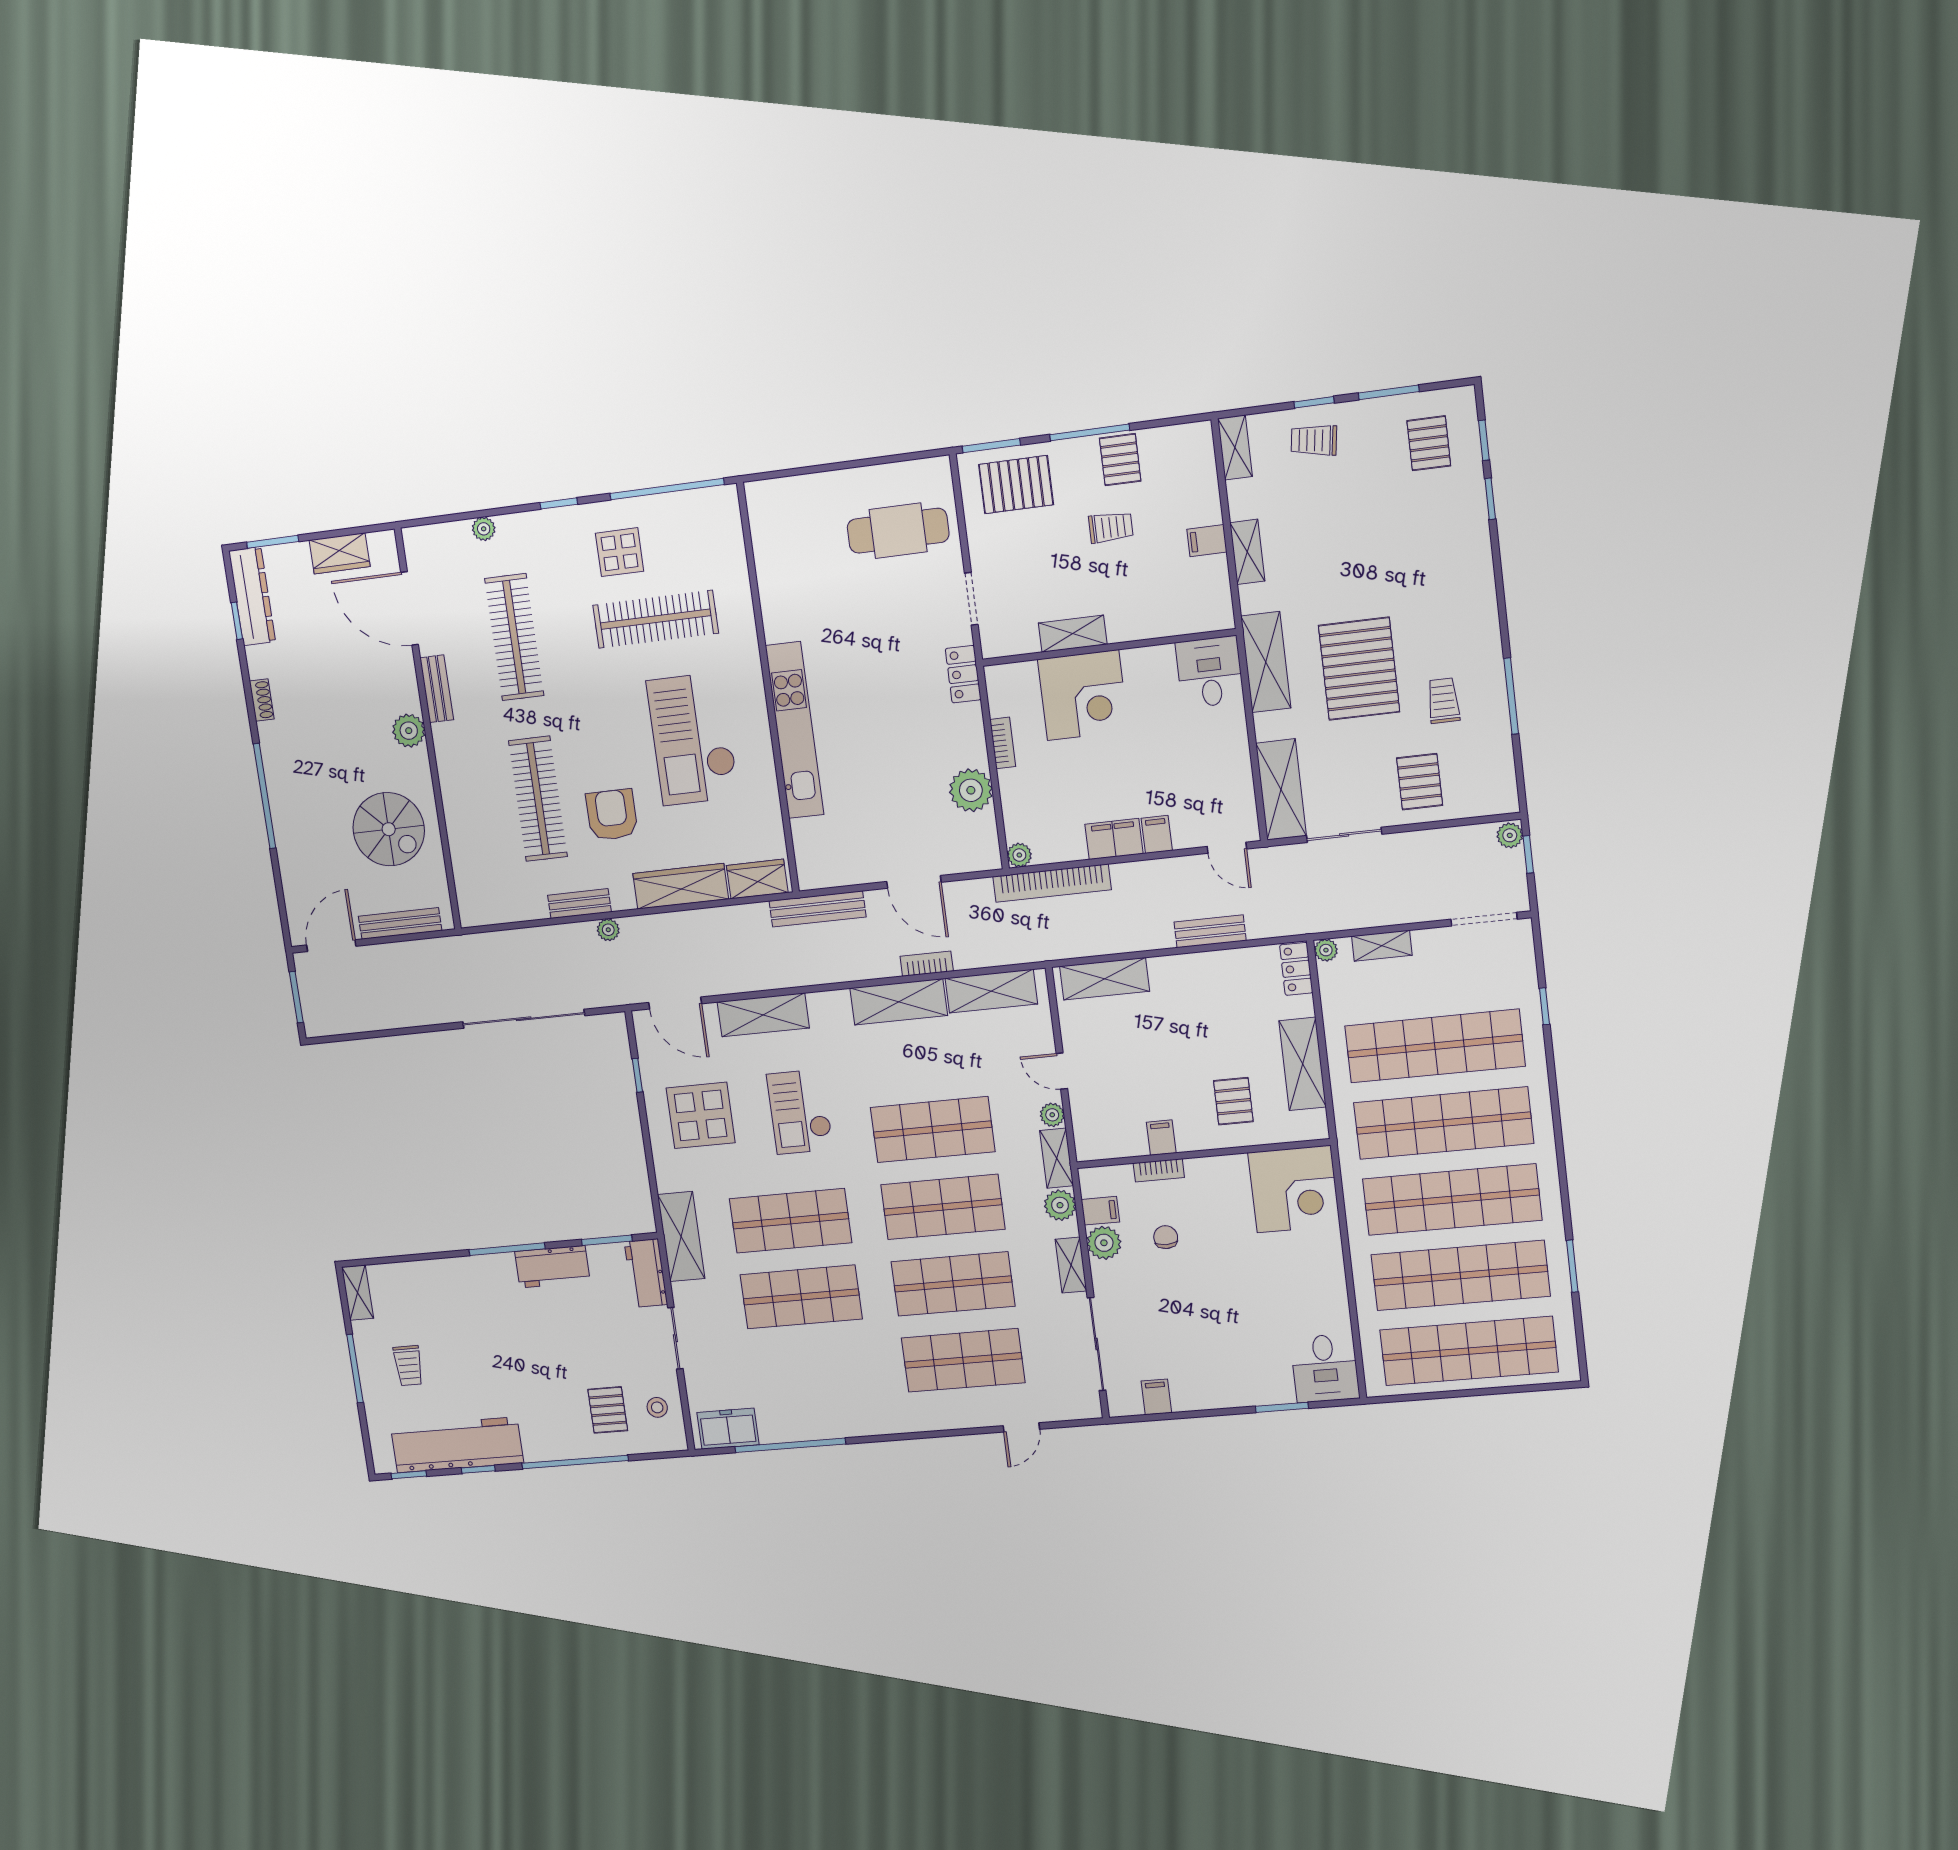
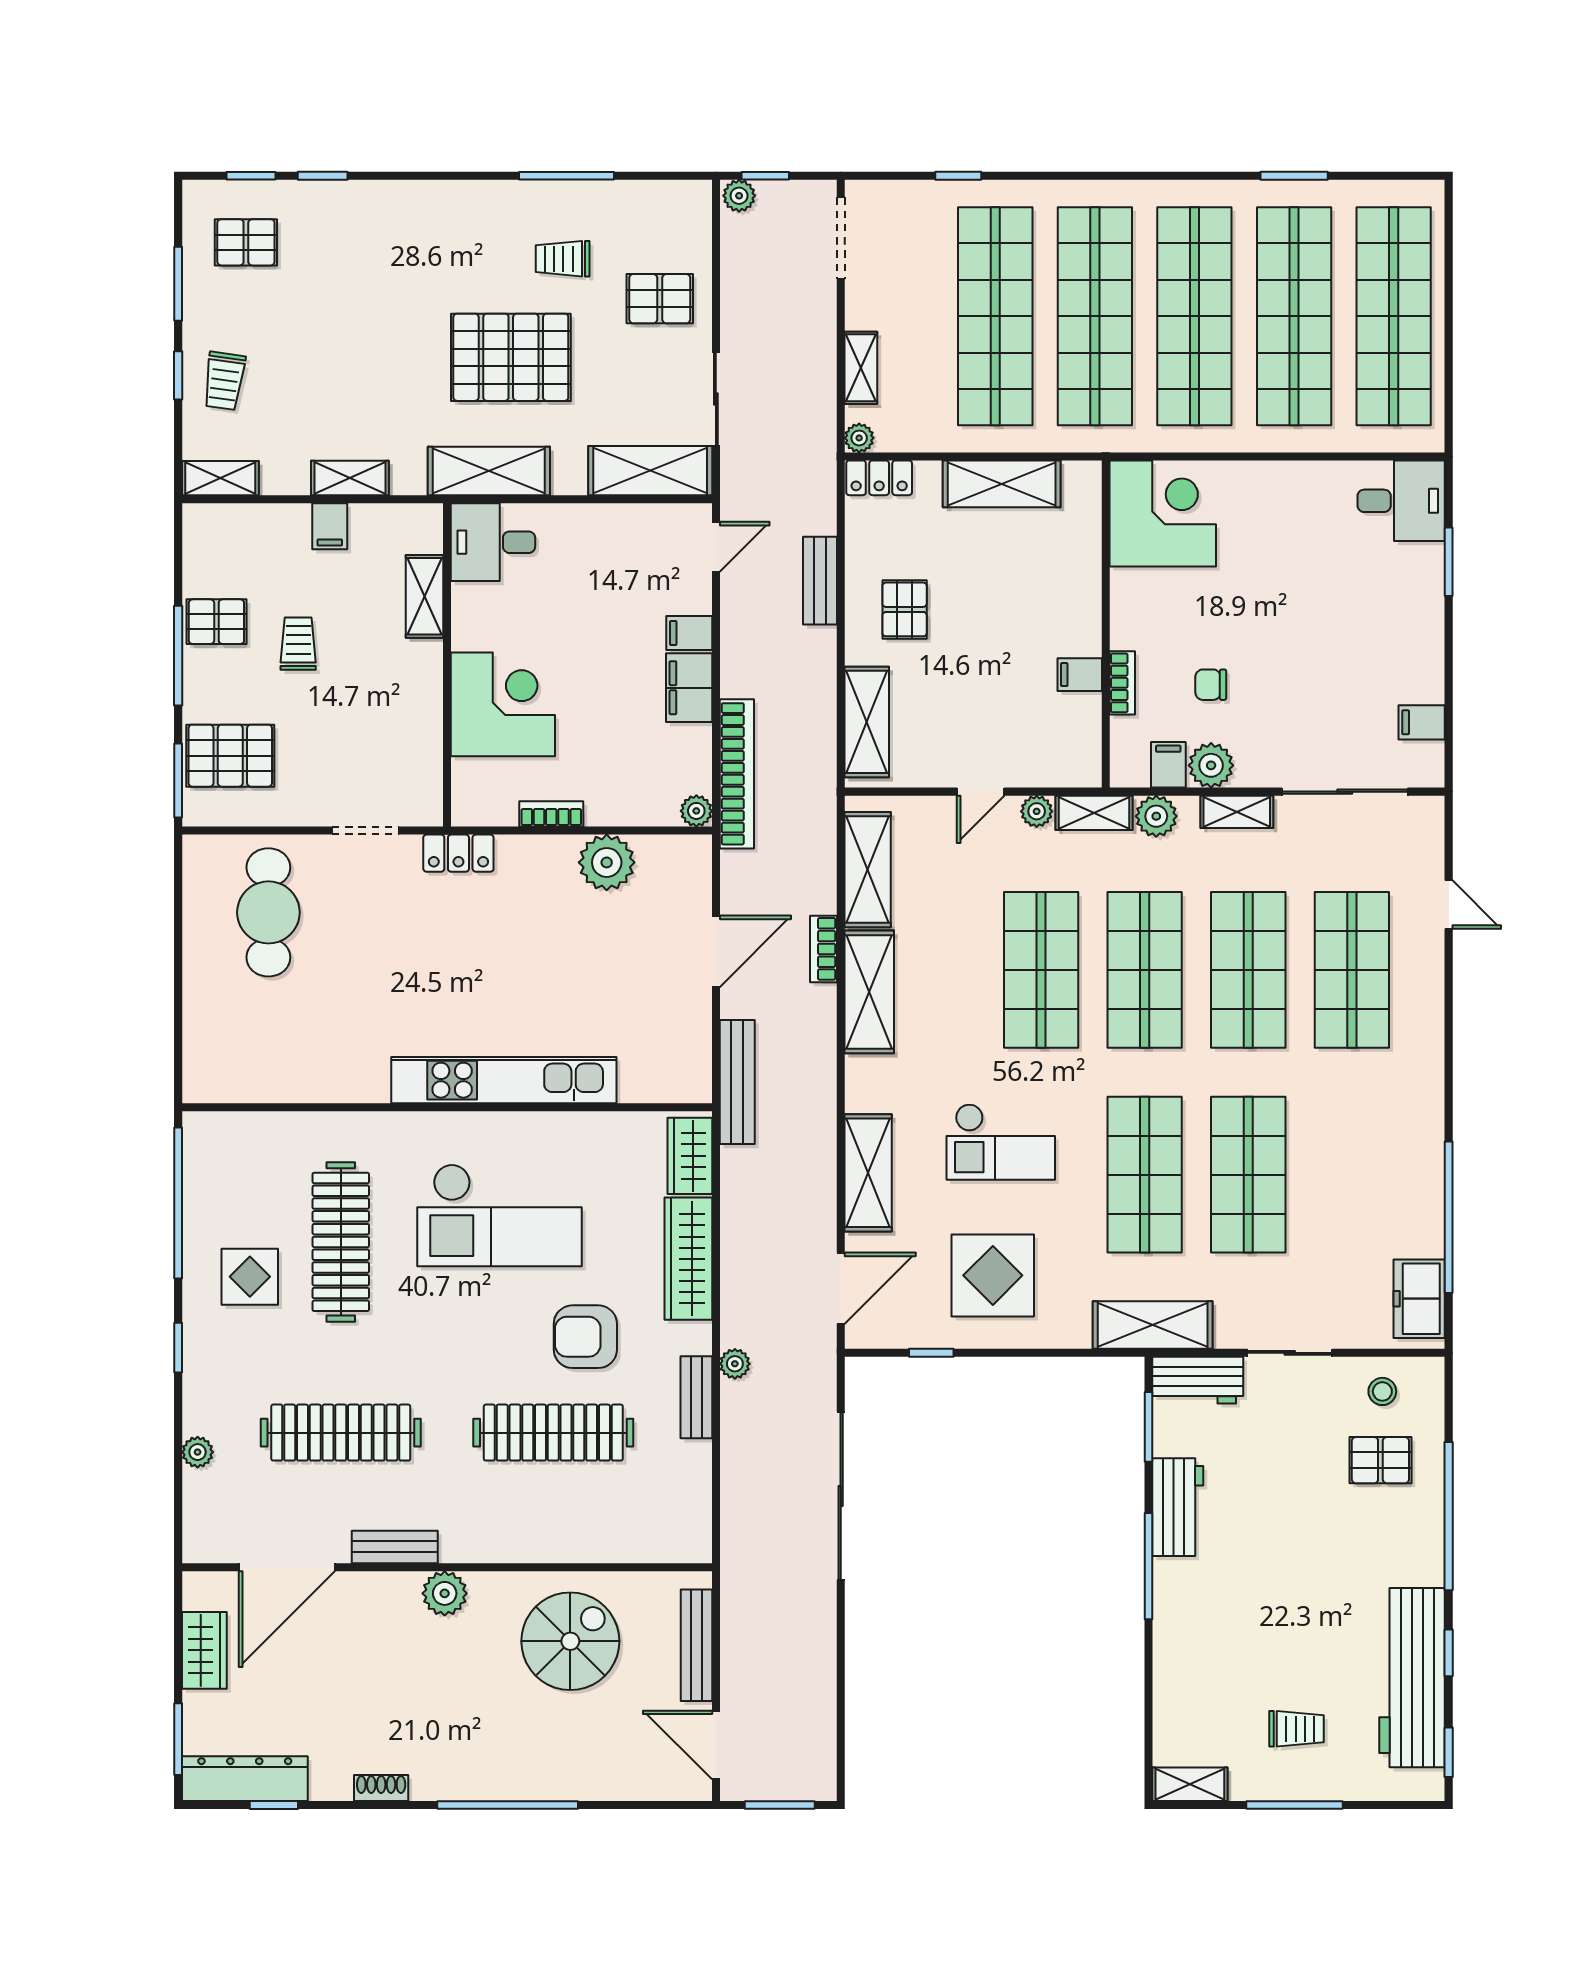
pallet: (1016, 485) -> (230, 756), turned 90
shelving: (1073, 634) -> (424, 596), moved
pallet: (1233, 1101) -> (905, 609), moved, turned 90

